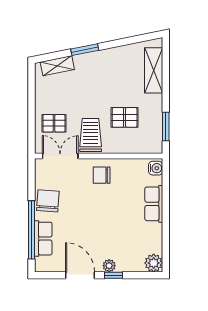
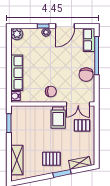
pallet: (125, 117) -> (51, 159), moved
row of seats: (154, 204) -> (17, 73), width x1.48
row of seats: (43, 239) -> (89, 40), moved
door: (80, 275) -> (65, 26), hinge flipped

